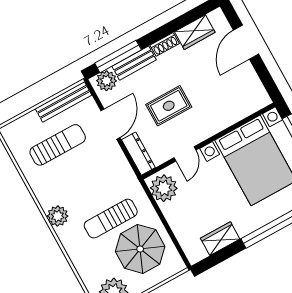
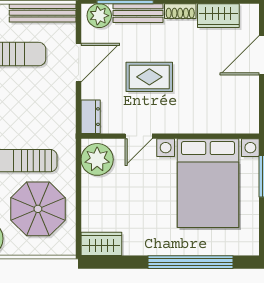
dresser: (138, 154) -> (91, 117), width x0.70
wardrobe: (220, 239) -> (101, 244), moved

